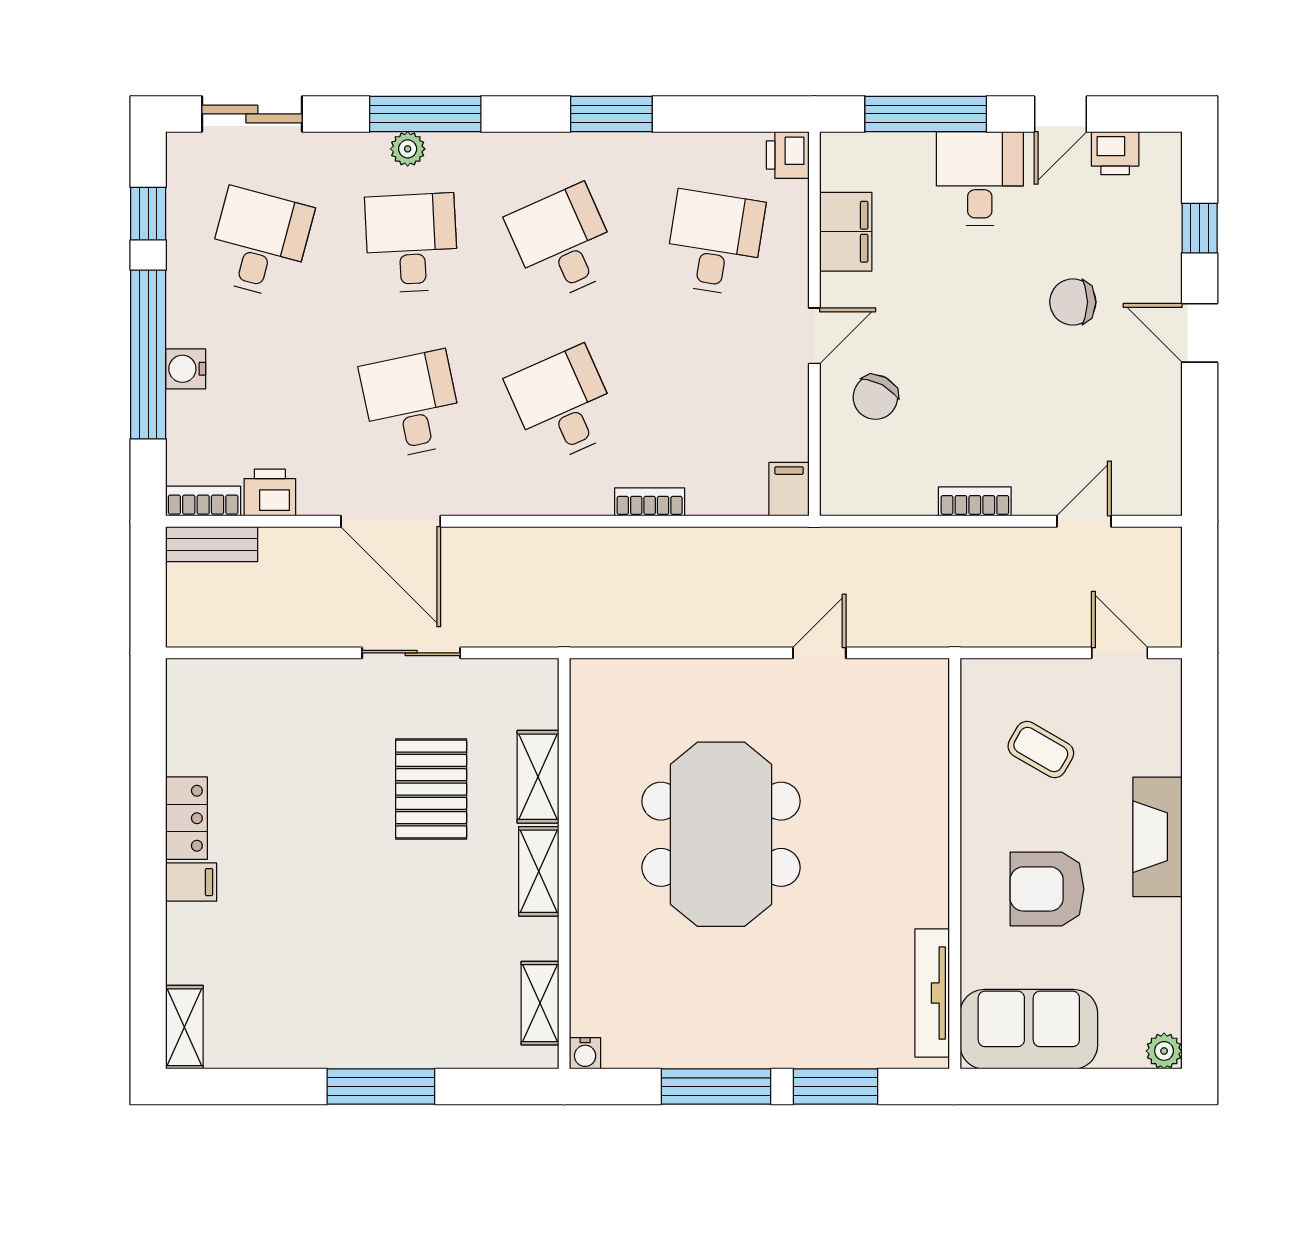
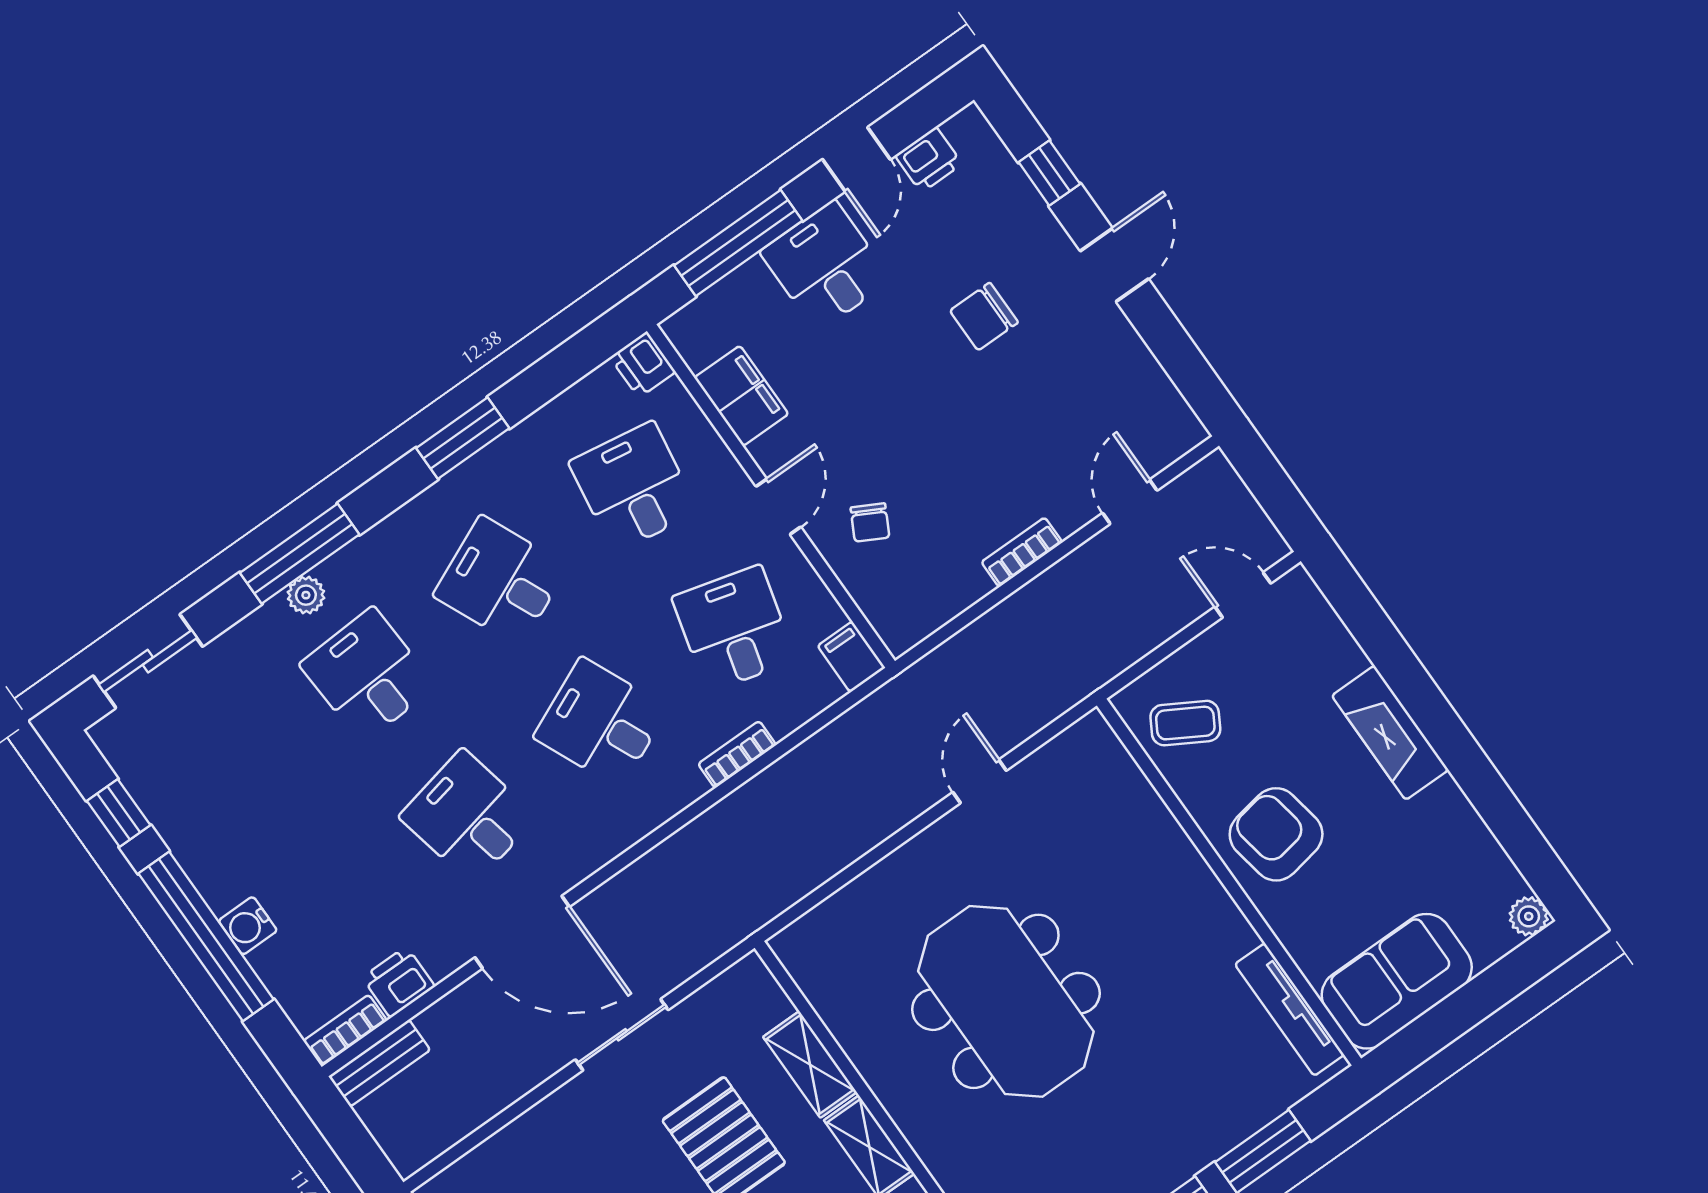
desk: (260, 243) -> (734, 629), moved
door: (1200, 333) -> (1114, 265), swing flipped
chair: (875, 397) -> (870, 522), width x0.73, depth x0.73
coffee table: (1041, 750) -> (1185, 723), moved
armchair: (1047, 889) -> (1276, 834), moved, turned 80

